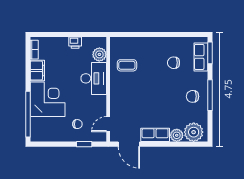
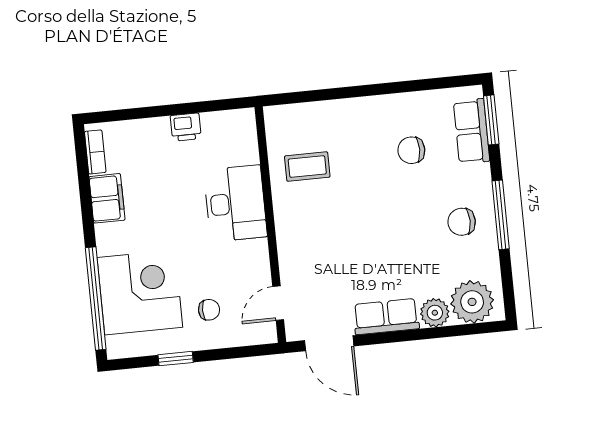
plant: (99, 54) -> (243, 148), removed
corner desk: (48, 99) -> (140, 292), moved
window: (84, 144) -> (176, 359), moved

